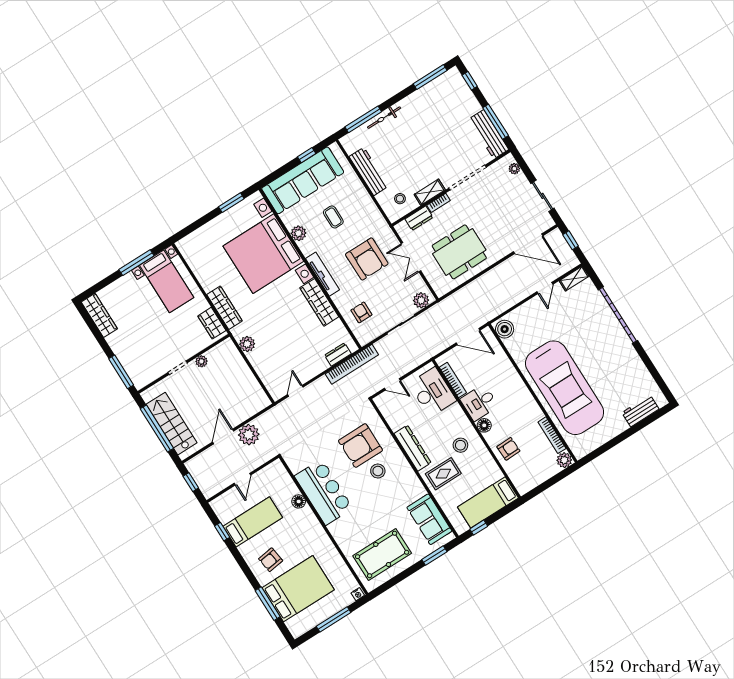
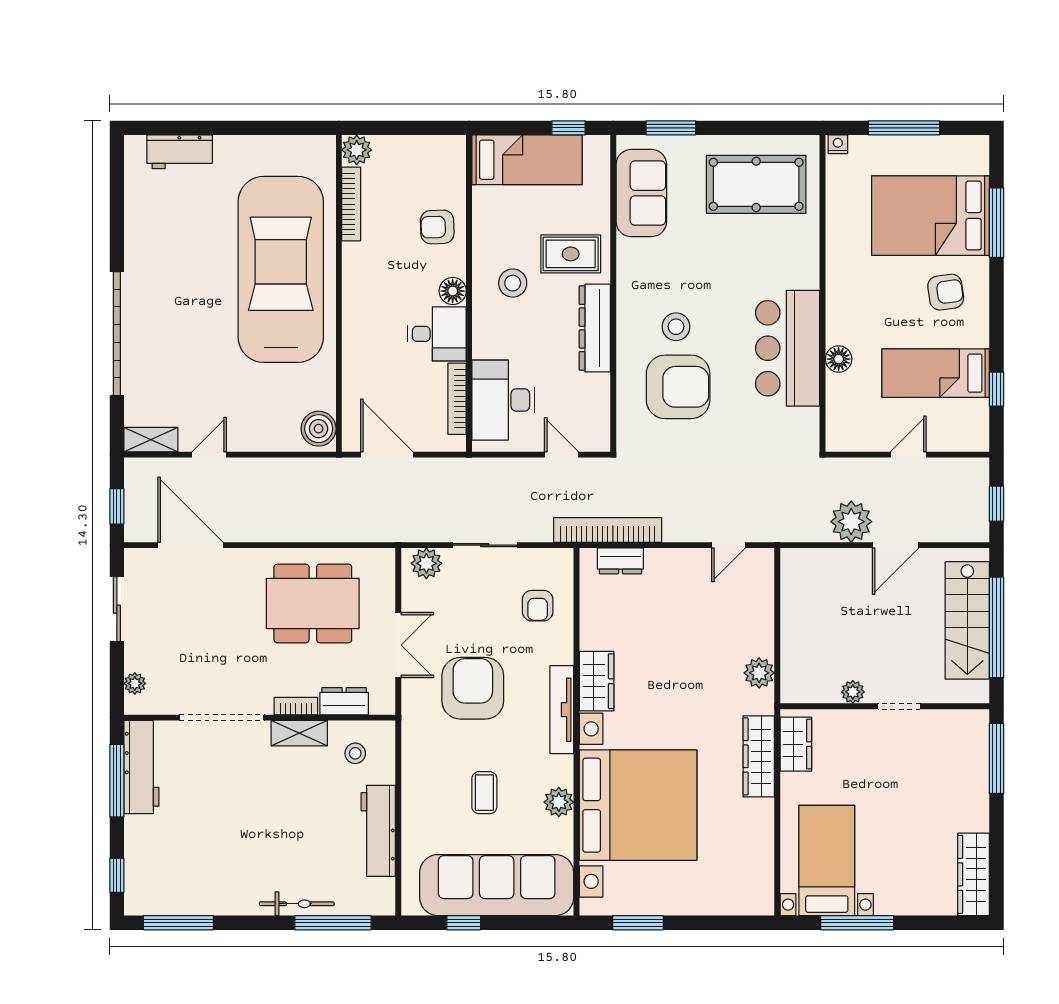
wardrobe: (319, 302) -> (597, 681), width x0.67

